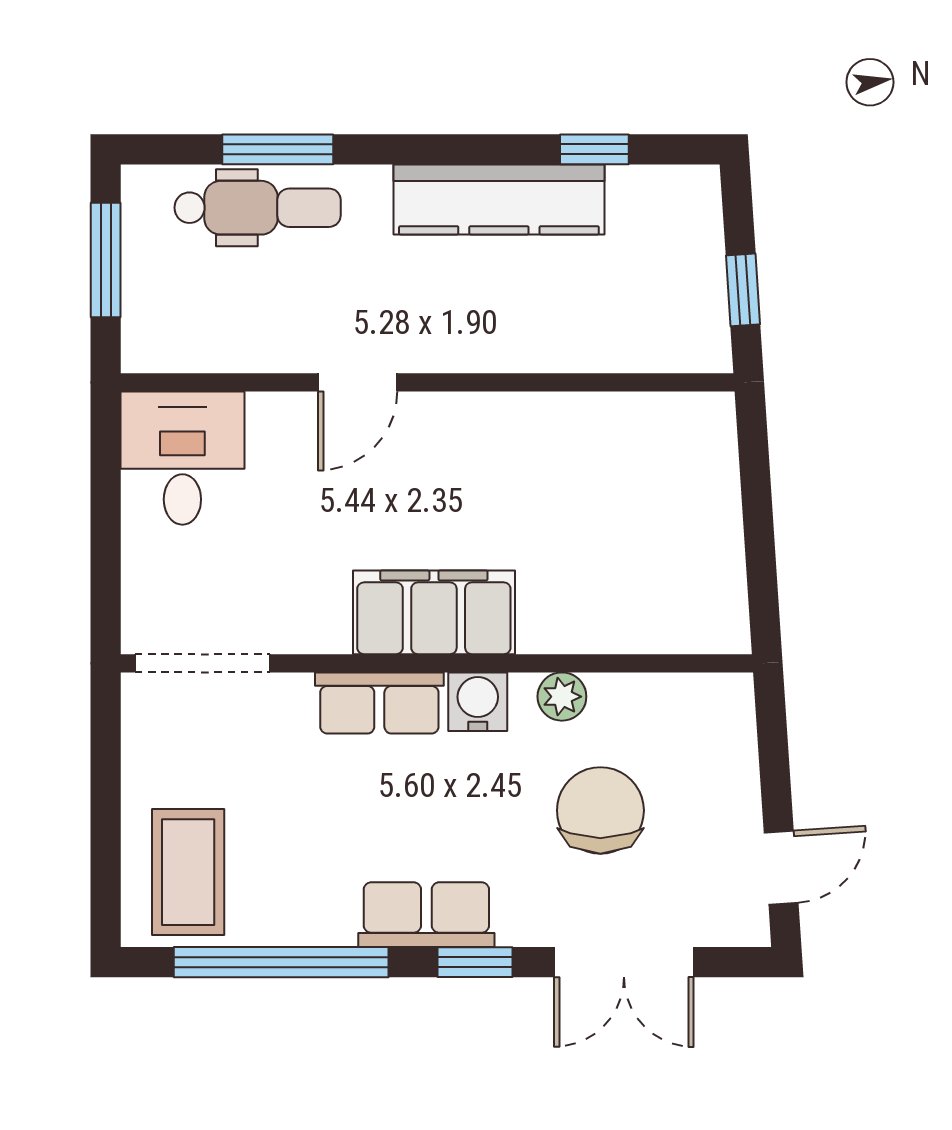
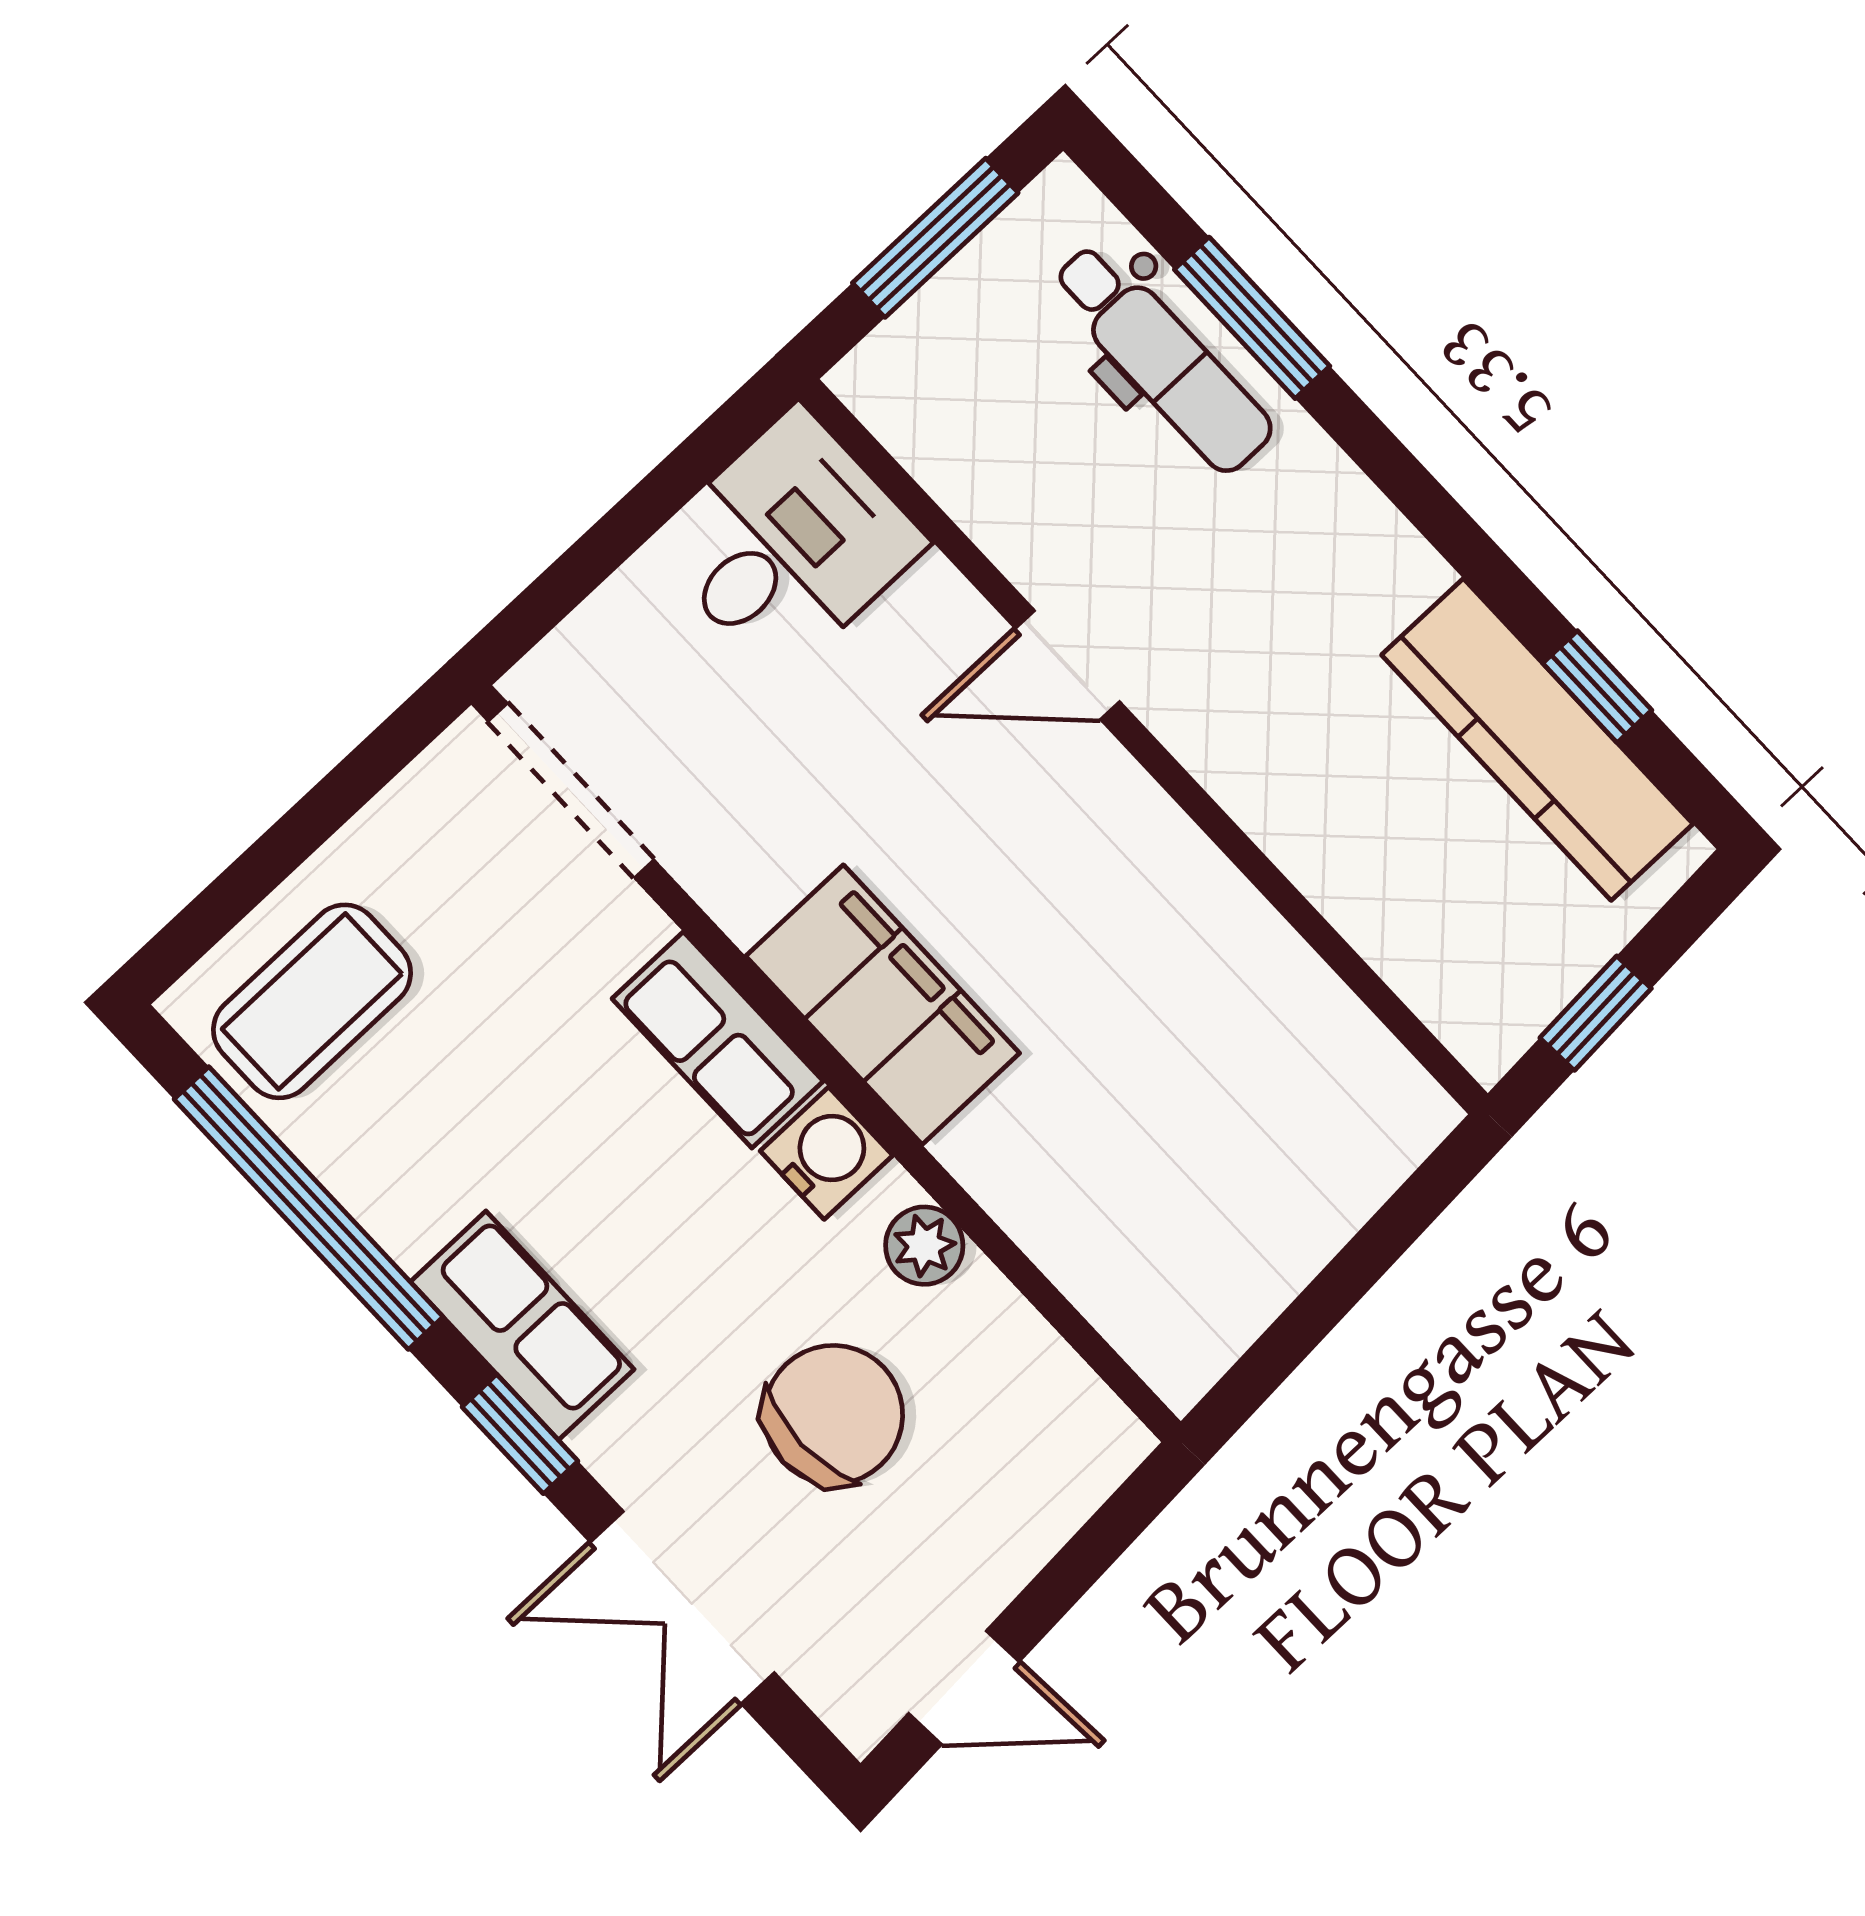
kitchen counter: (499, 199) -> (1537, 739), moved

